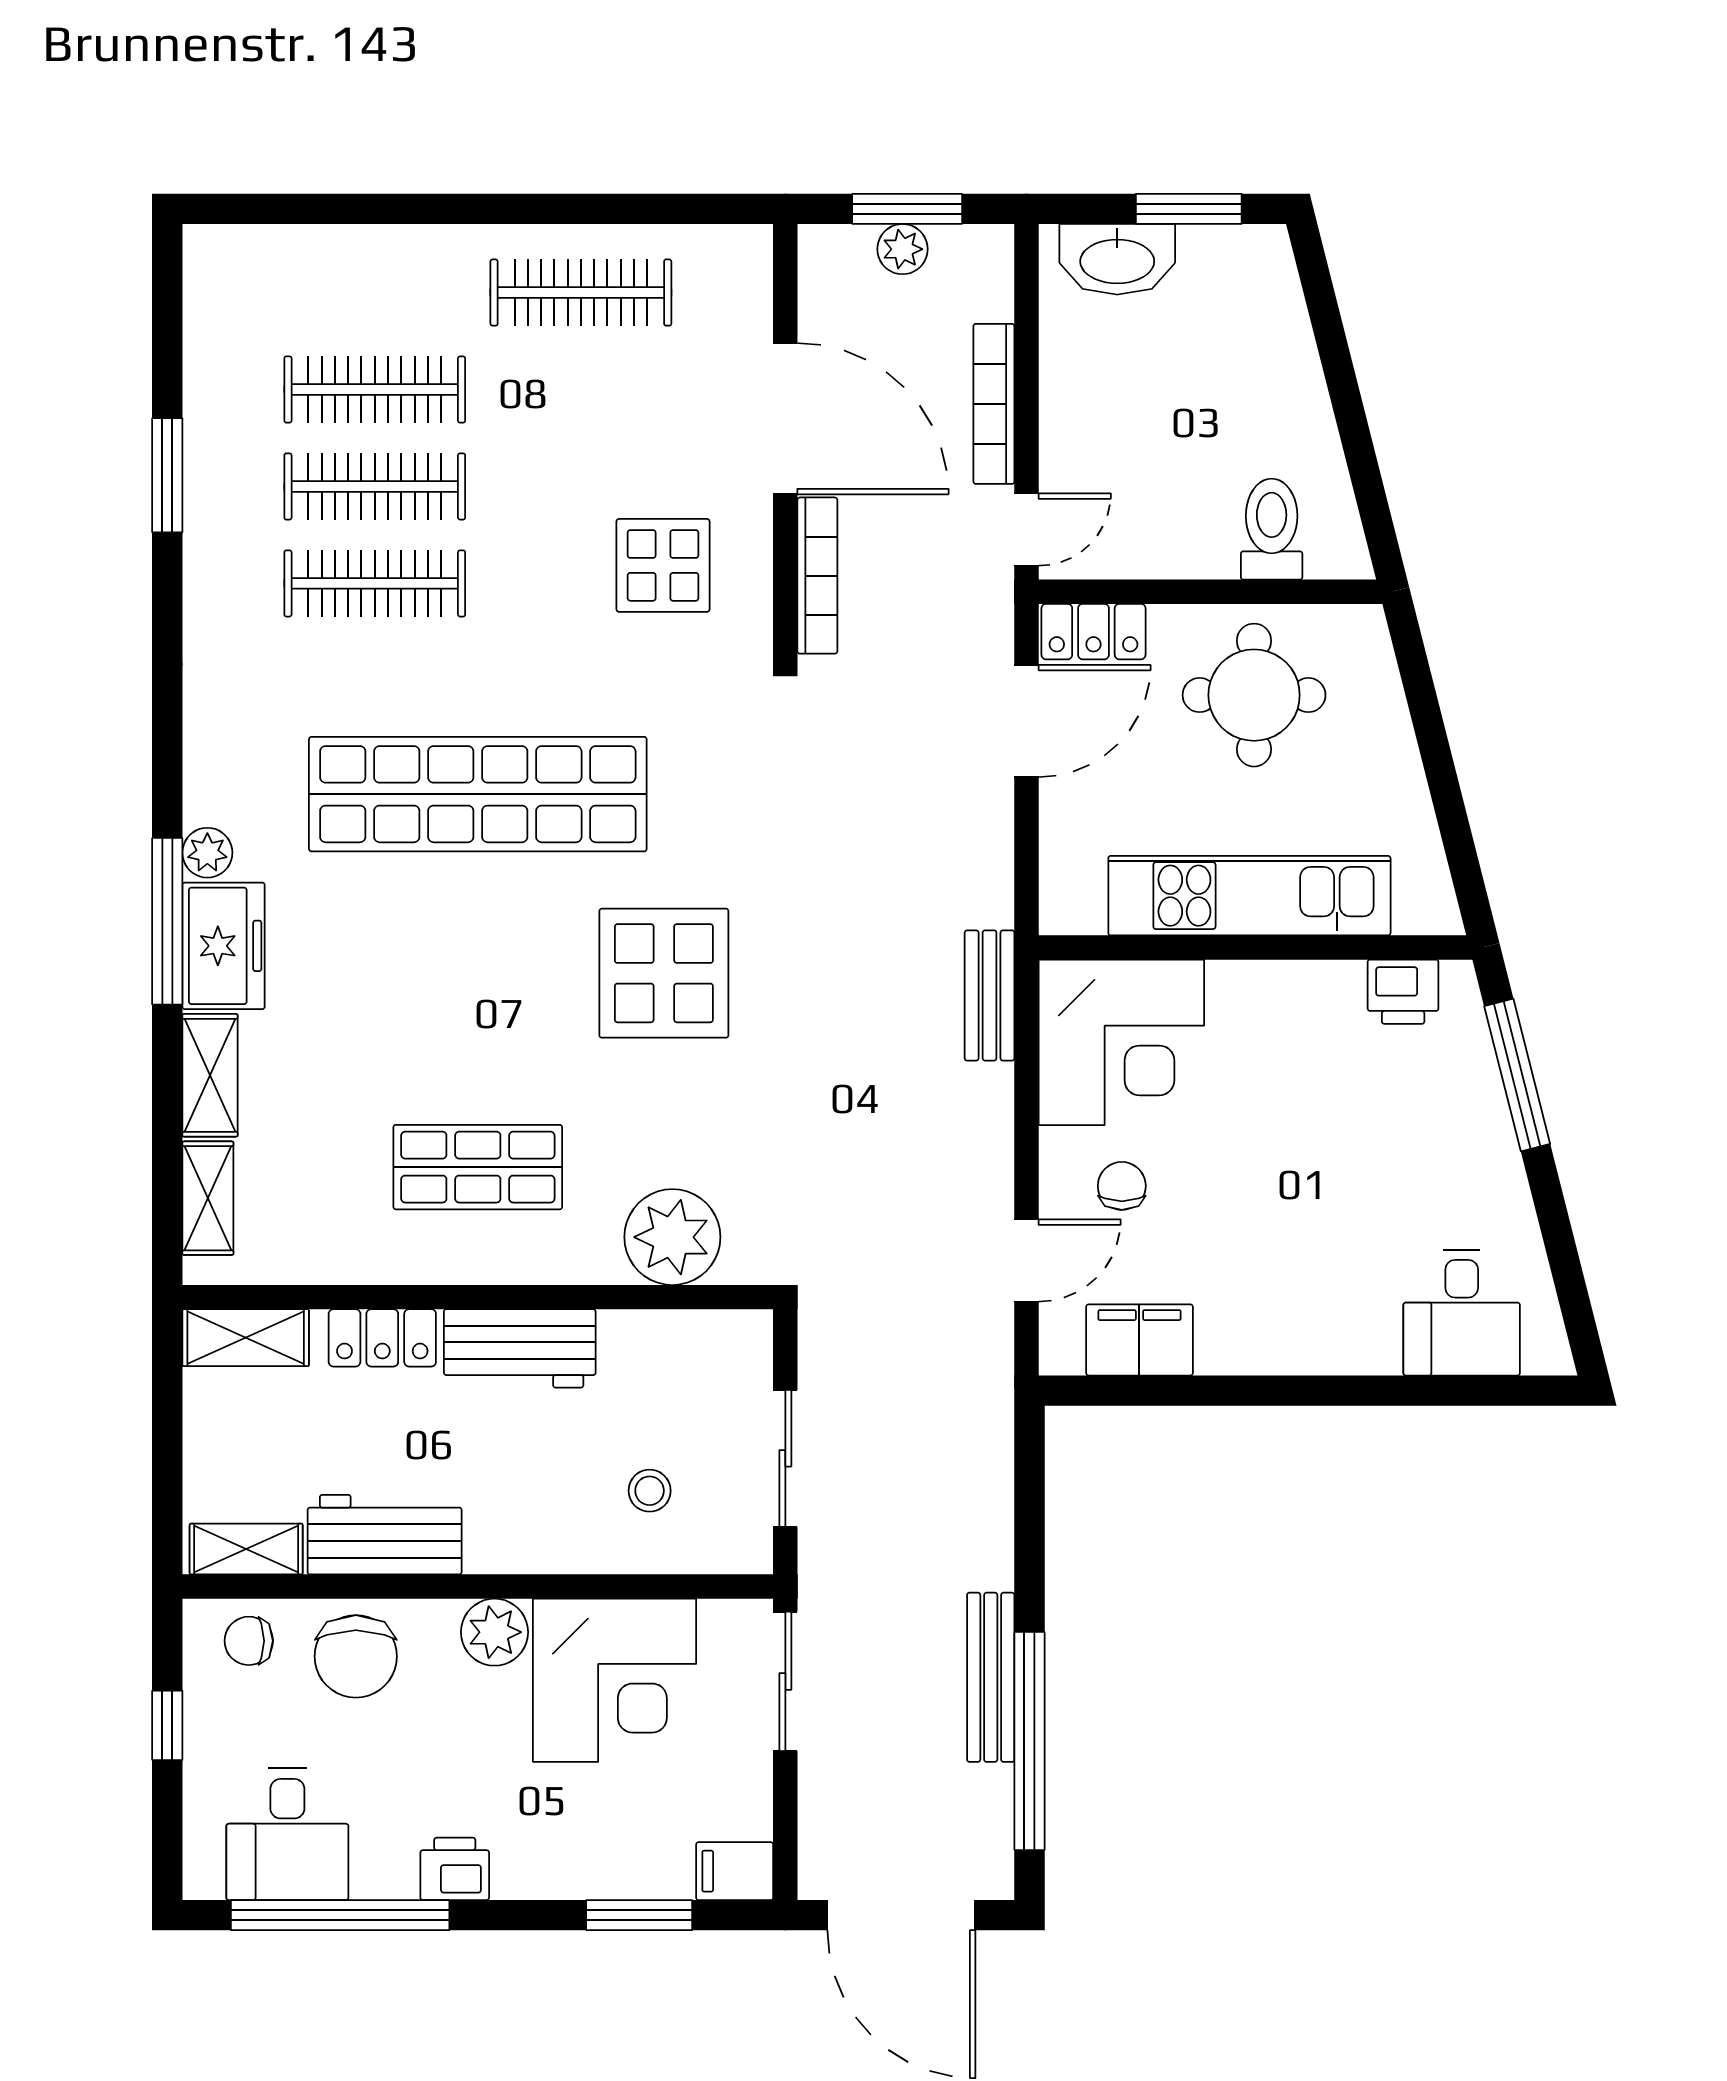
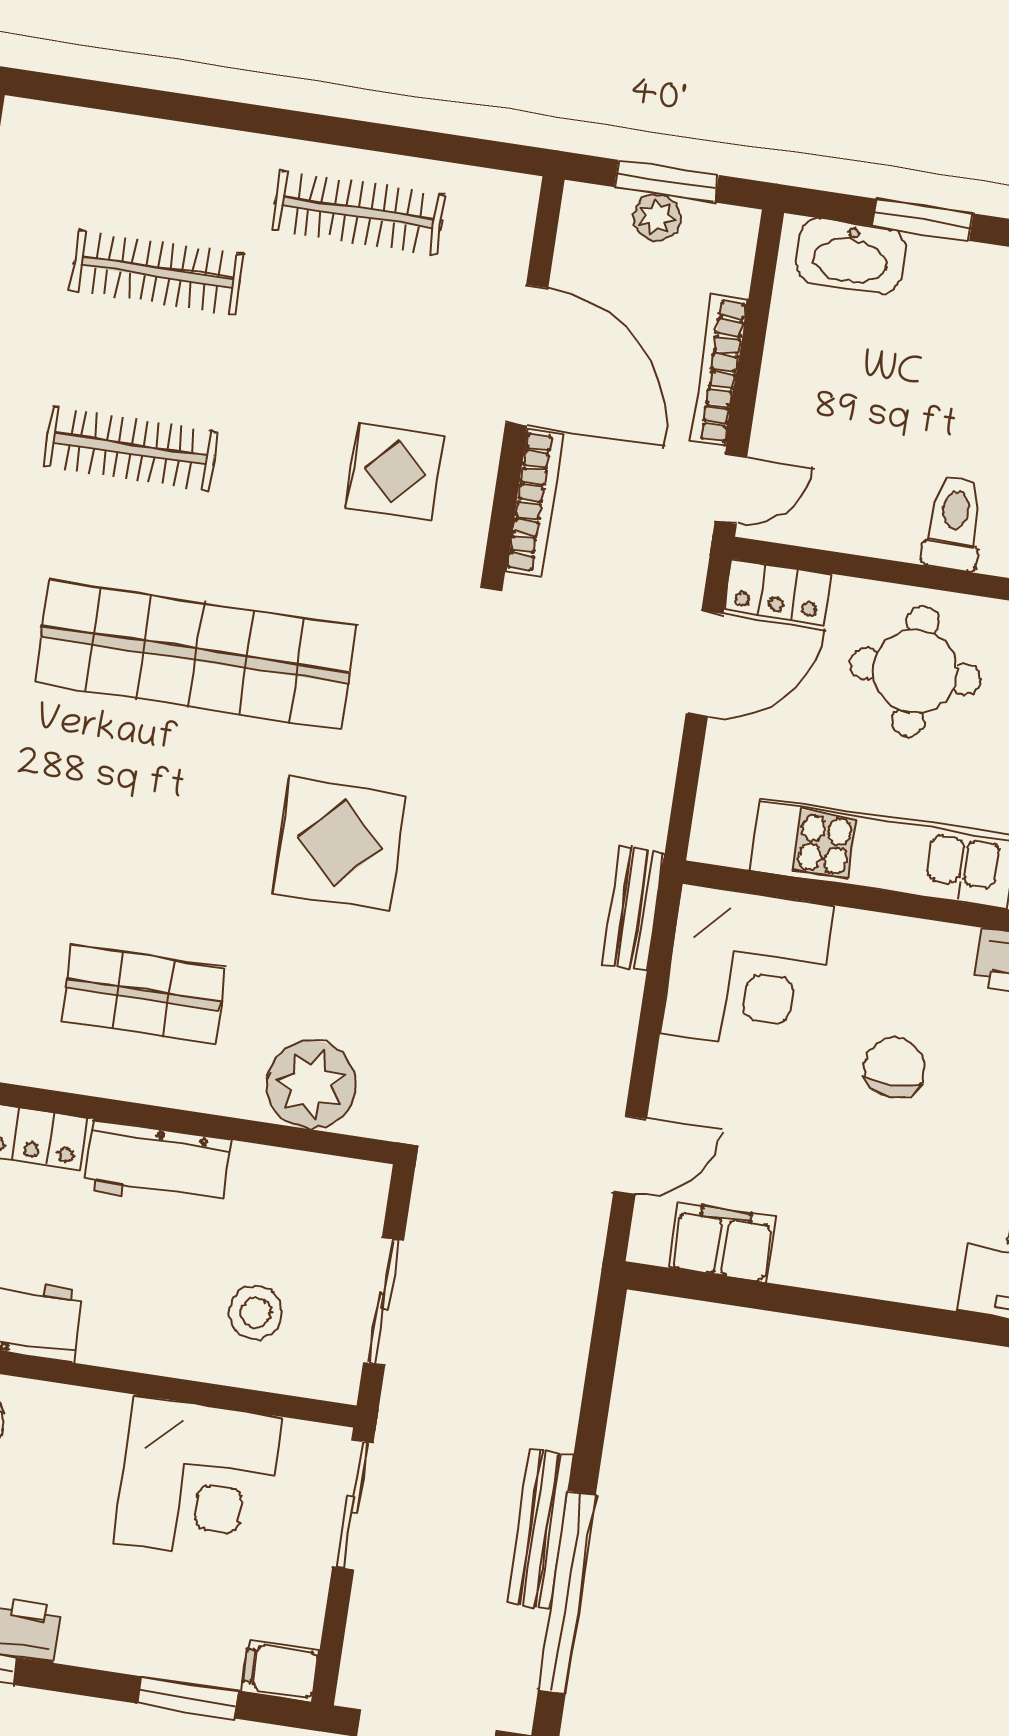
clothes rail: (375, 486) -> (144, 360), removed
chair: (1122, 1186) -> (895, 1067), moved, width x1.37, depth x1.37
stool: (650, 1491) -> (256, 1312), width x1.37, depth x1.37
plant: (494, 1632) -> (95, 1420), removed

